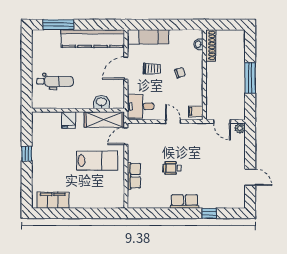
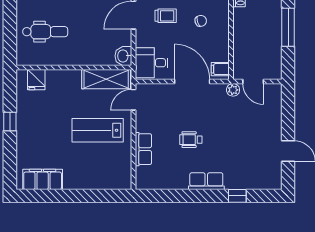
washbasin: (101, 102) -> (123, 56), moved, turned -90
fridge: (69, 120) -> (36, 80), moved
door: (173, 121) -> (192, 82), width x1.88
plant: (240, 128) -> (233, 90), moved
lab bench: (97, 161) -> (98, 130), turned 180

